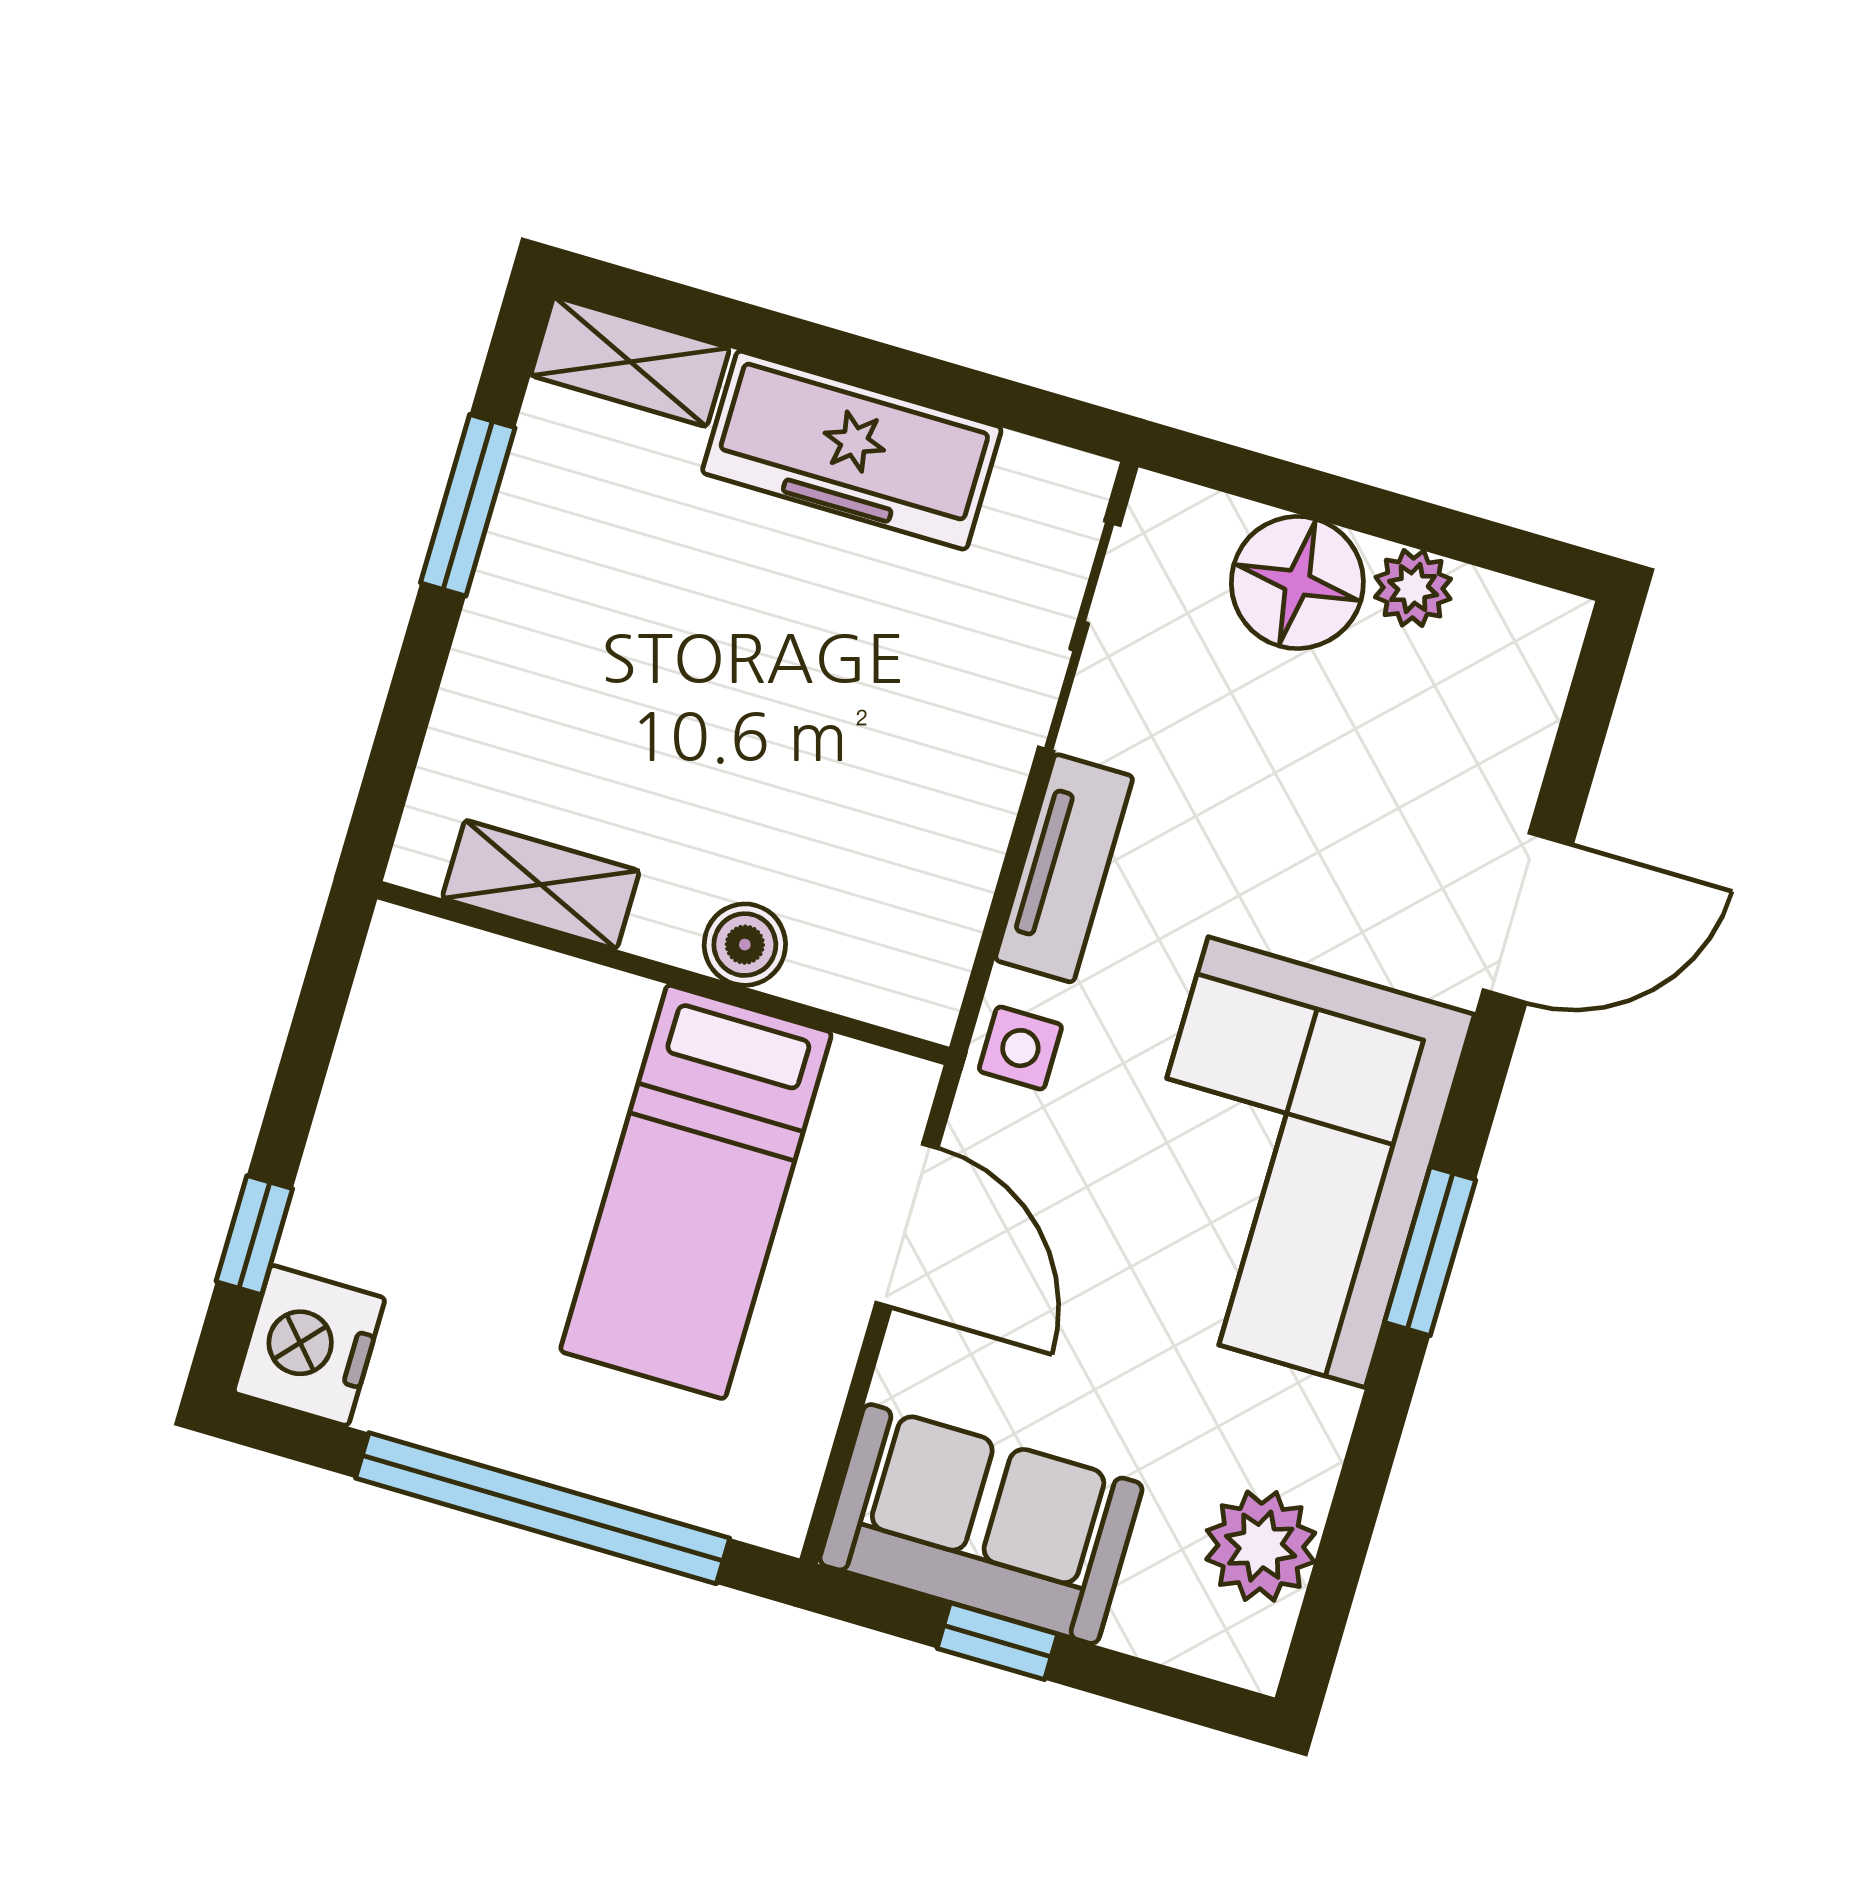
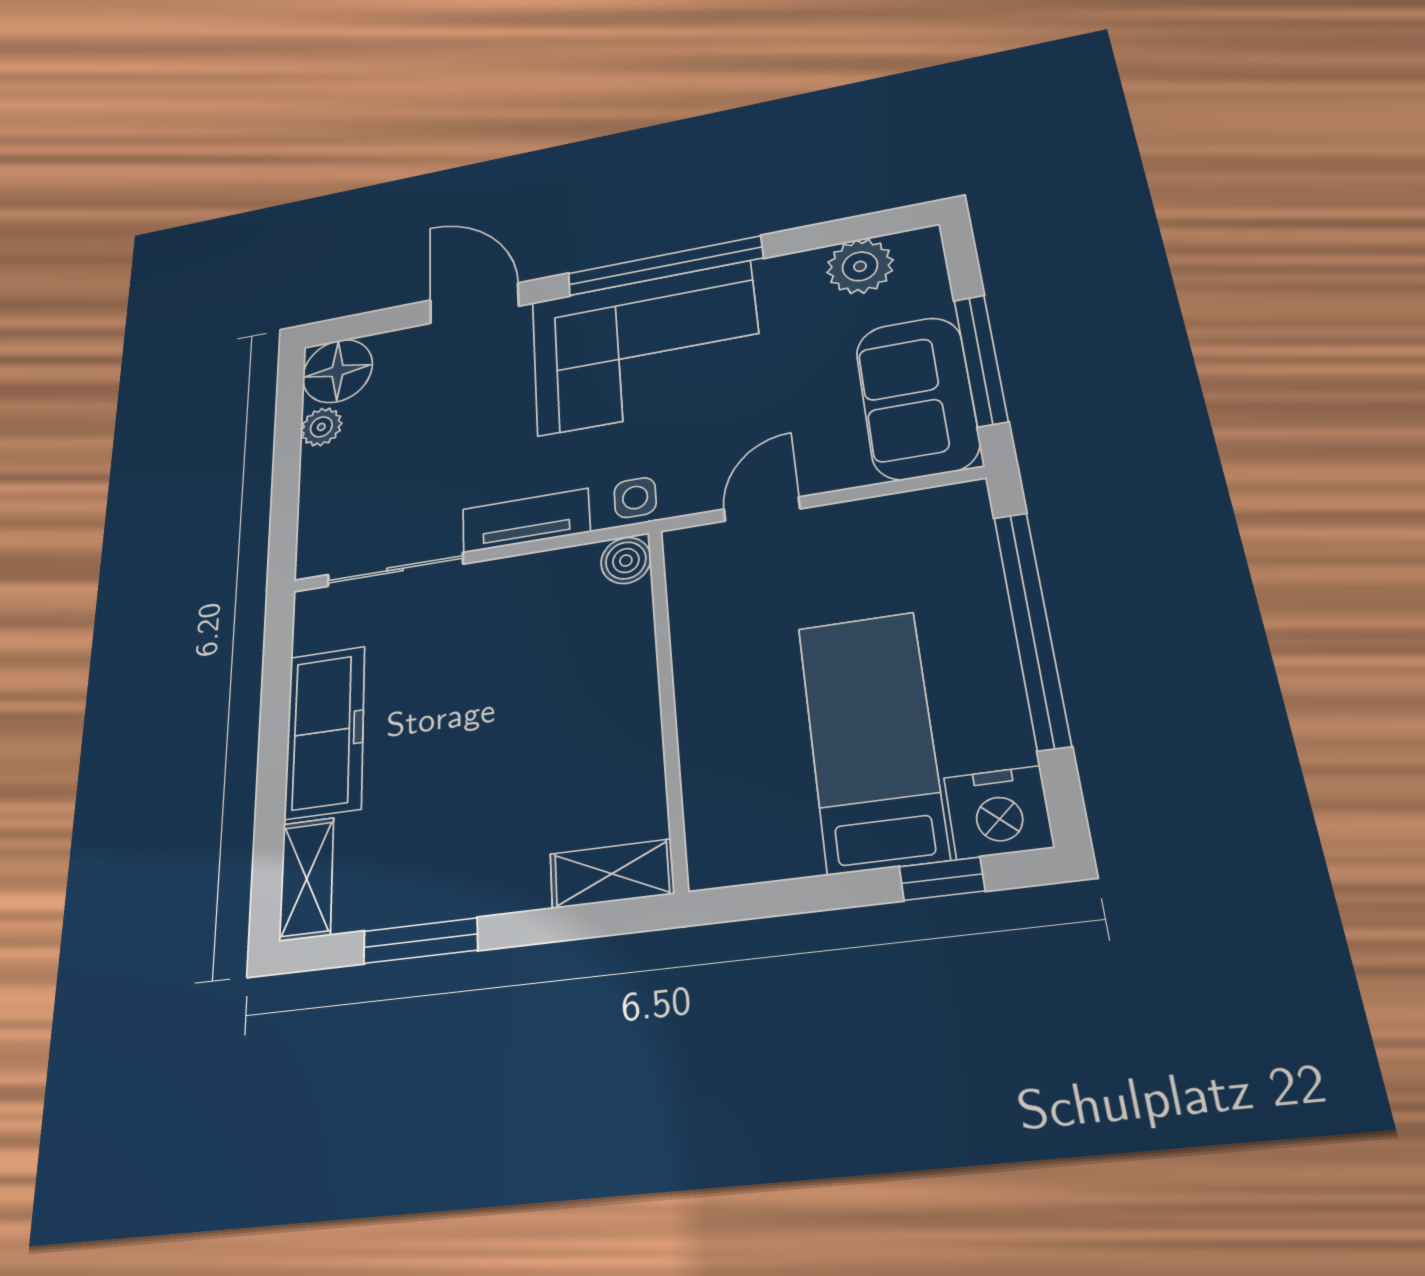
floor lamp: (1297, 583) -> (337, 371), moved
shelving: (541, 885) -> (612, 874), moved, turned 90
boiler: (745, 945) -> (626, 561), moved
bed: (696, 1192) -> (872, 740), moved, turned -90
door: (907, 1226) -> (762, 509), width x0.73
window: (1430, 1251) -> (665, 266), width x2.11
window: (997, 1641) -> (981, 360), width x2.17

